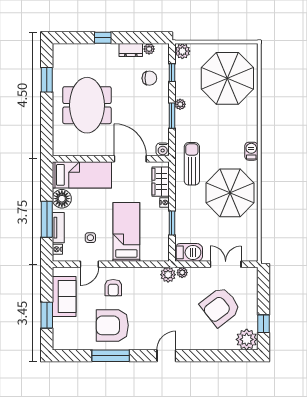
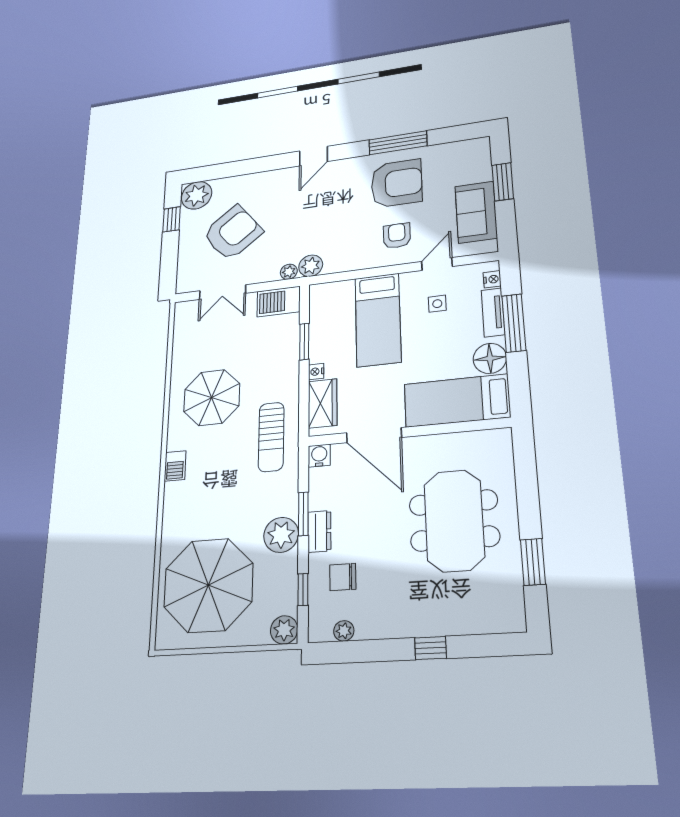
dresser: (131, 50) -> (319, 531), moved, turned 90
plant: (180, 104) -> (281, 535), width x1.88, depth x1.88
parasol: (230, 193) -> (212, 398), width x0.73, depth x0.73

